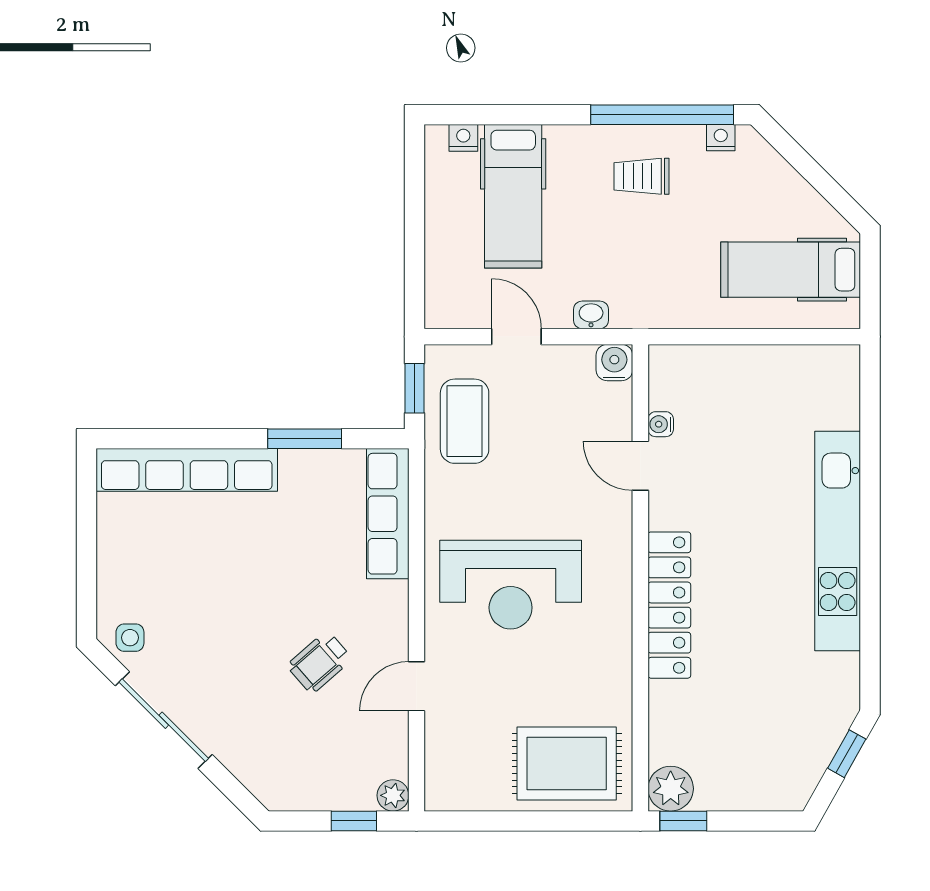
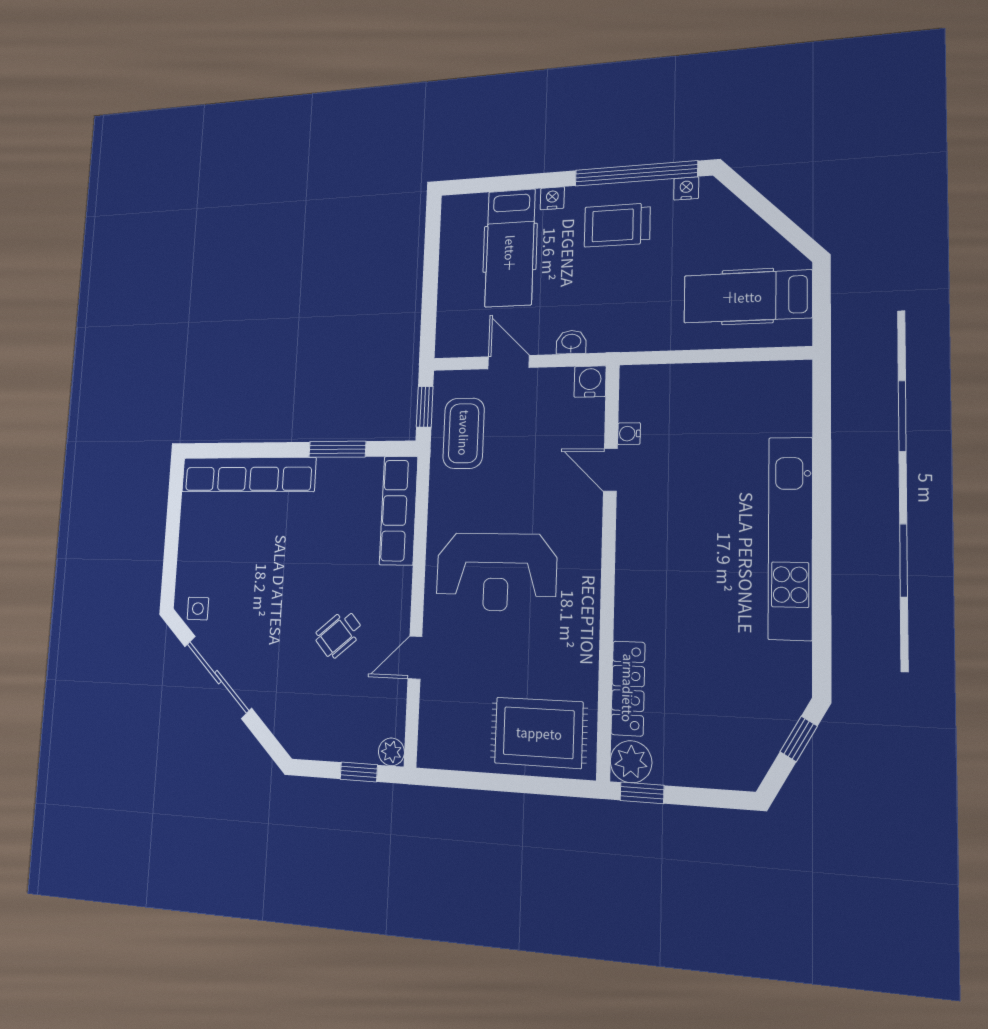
nightstand: (463, 138) -> (552, 198), moved
trolley: (642, 176) -> (617, 225), width x1.36, depth x1.39
locker: (669, 605) -> (628, 688), moved, width x0.71, depth x0.83

